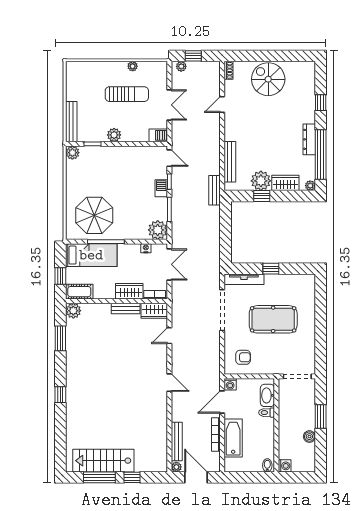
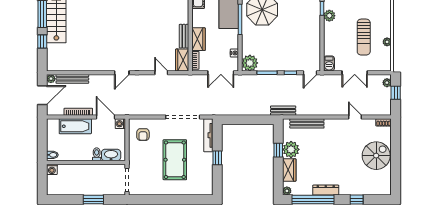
plant: (114, 135) -> (329, 16), moved
barbecue: (161, 188) -> (285, 66), removed
boiler: (309, 437) -> (77, 190), removed

